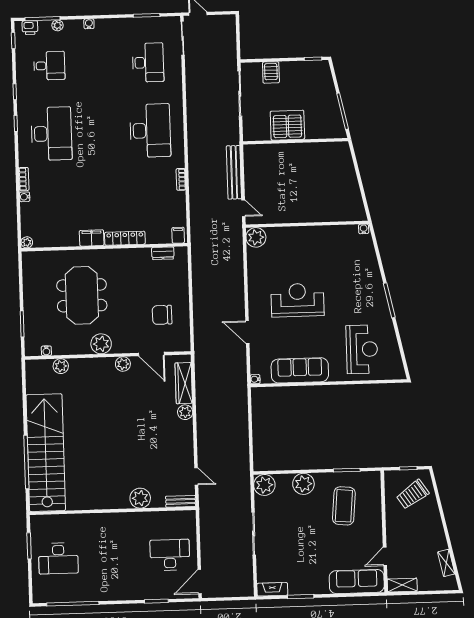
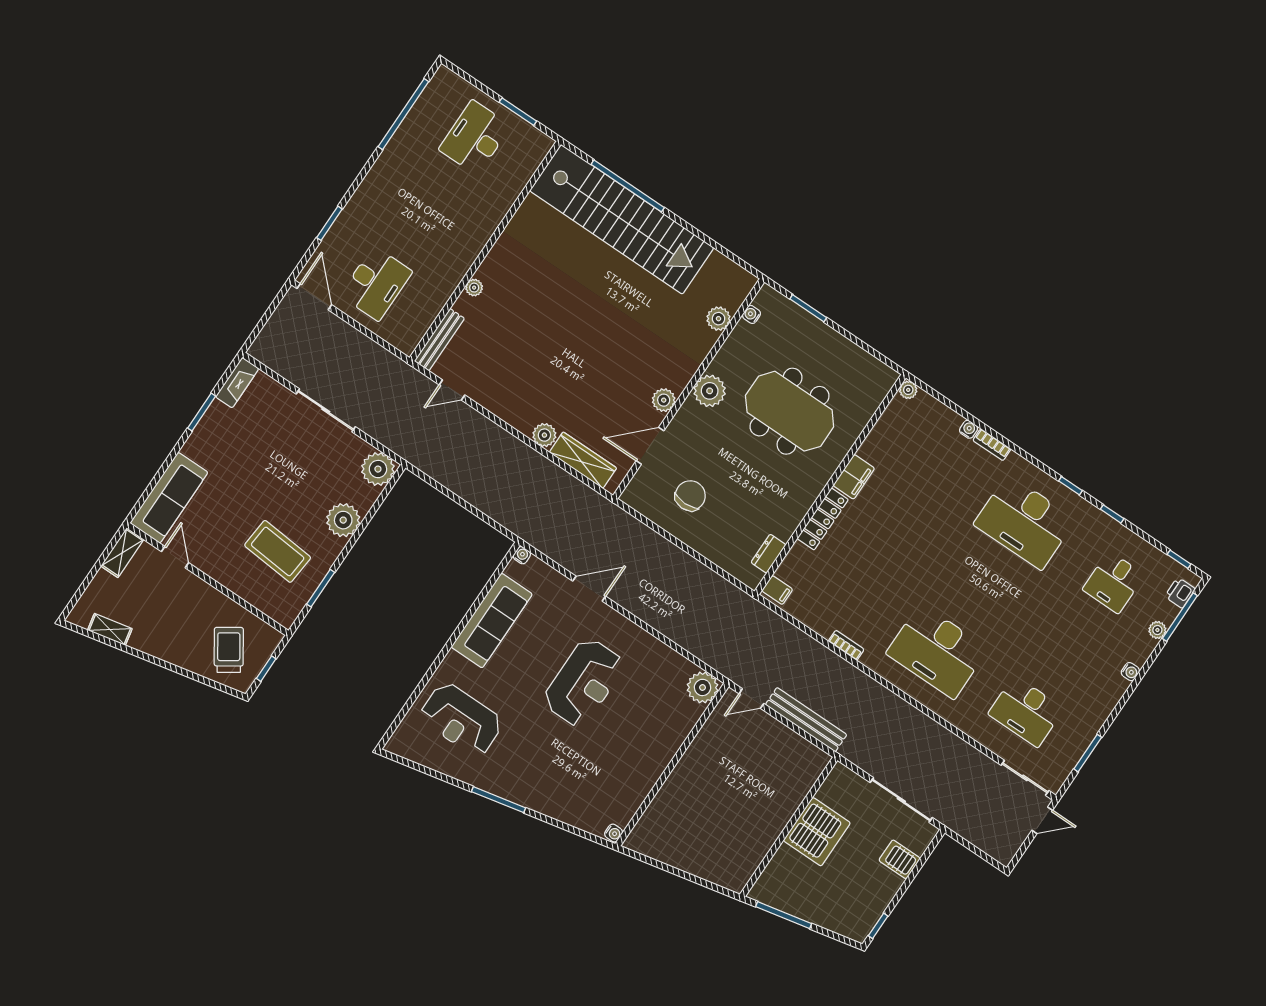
plant: (140, 498) -> (474, 288), width x0.53, depth x0.53
bench: (181, 501) -> (439, 340), width x1.36

